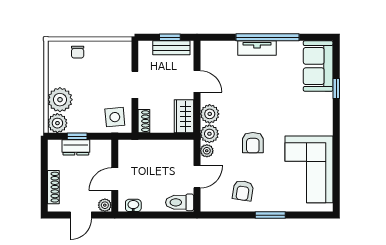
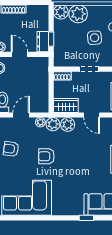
door: (197, 81) -> (92, 115), hinge flipped
side table: (115, 117) -> (95, 38), moved
window: (77, 136) -> (51, 39), moved
dresser: (76, 147) -> (43, 42), moved
door: (197, 177) -> (21, 115), swing flipped

